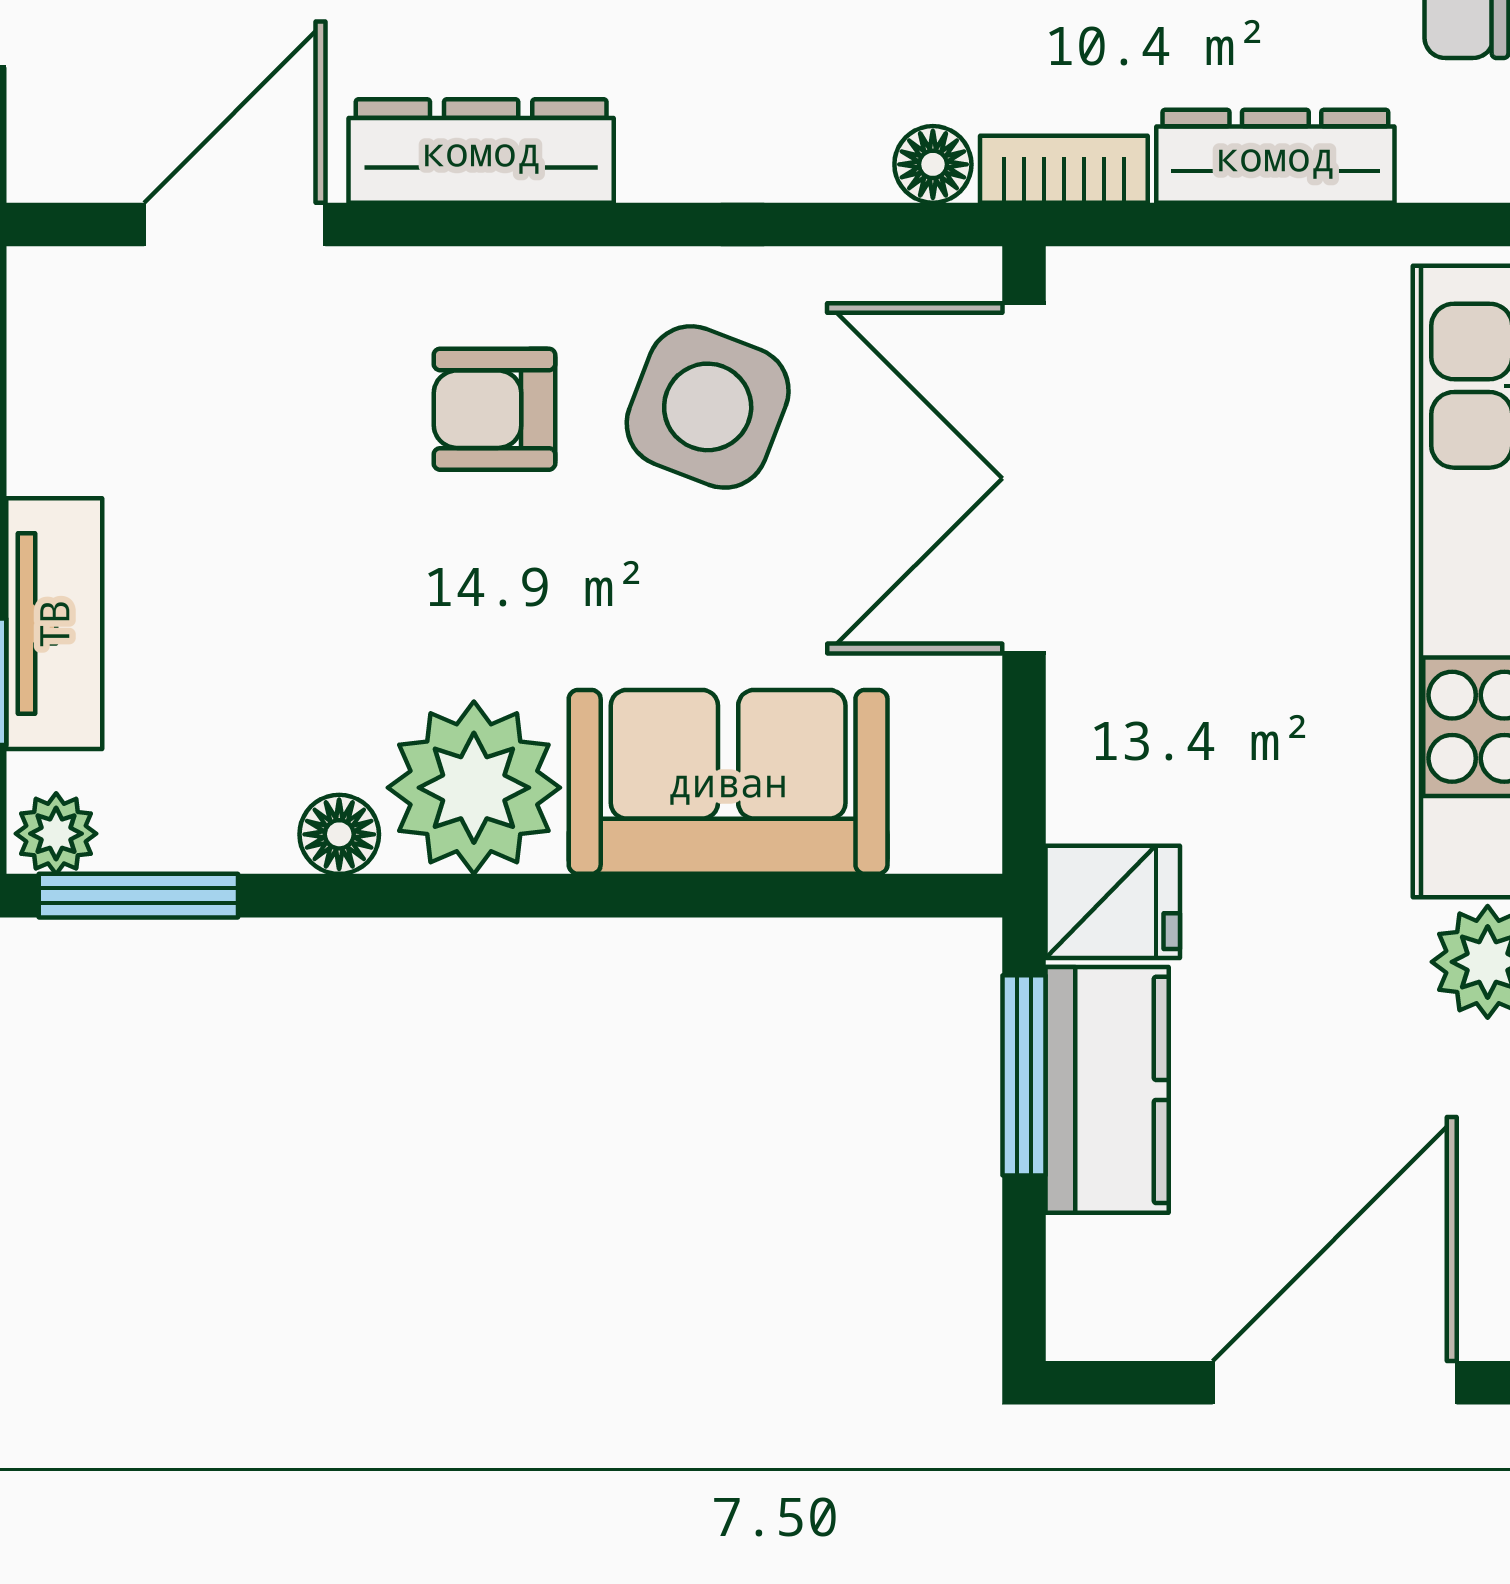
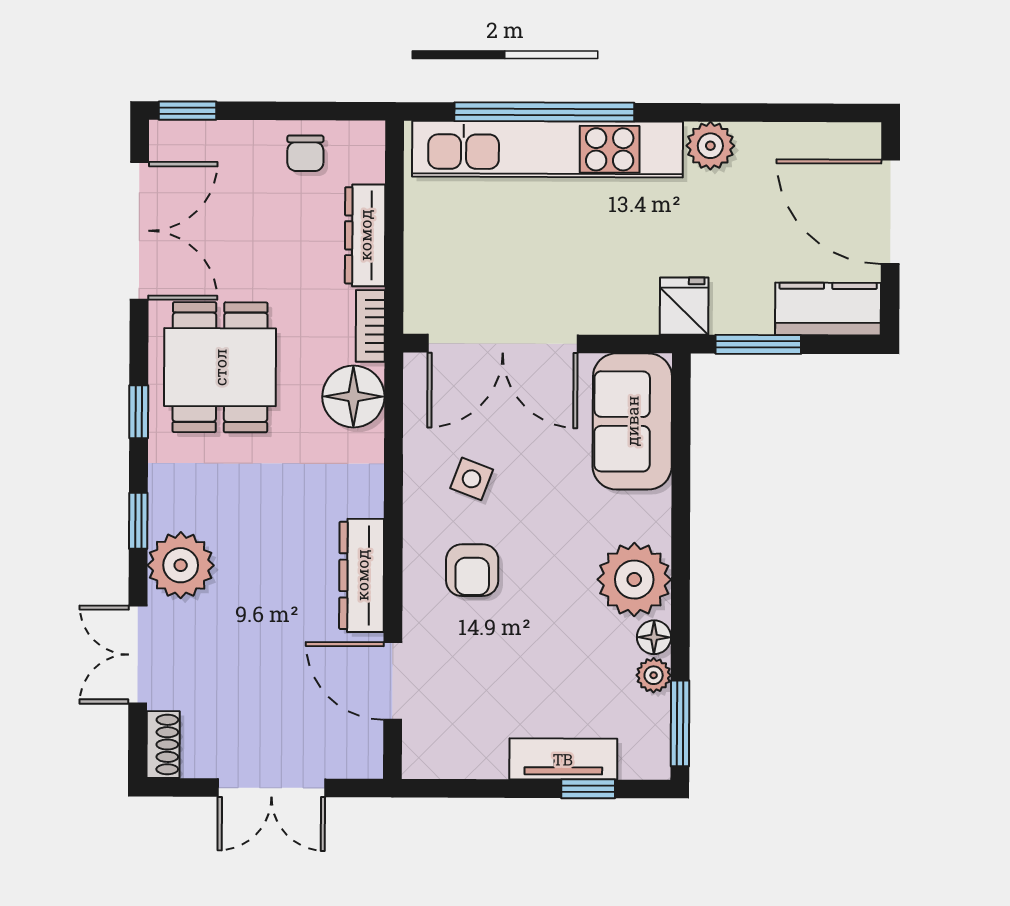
floor lamp: (933, 164) -> (353, 397), width x1.89, depth x1.89
side table: (708, 407) -> (472, 479), width x0.54, depth x0.54
sofa: (728, 782) -> (632, 421), moved
plant: (56, 834) -> (654, 675), moved
kitchen counter: (1107, 1090) -> (828, 309), moved

